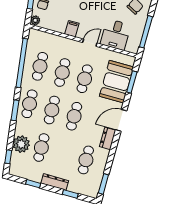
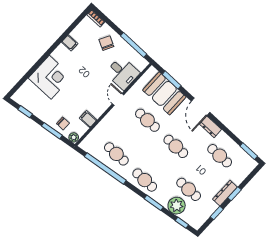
filing cabinet: (72, 29) -> (88, 119), moved
cafe table: (62, 73) -> (132, 137), removed
window: (15, 110) -> (154, 203), moved
cafe table: (52, 110) -> (160, 163), removed
window: (70, 194) -> (235, 194), moved

